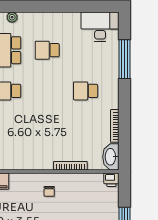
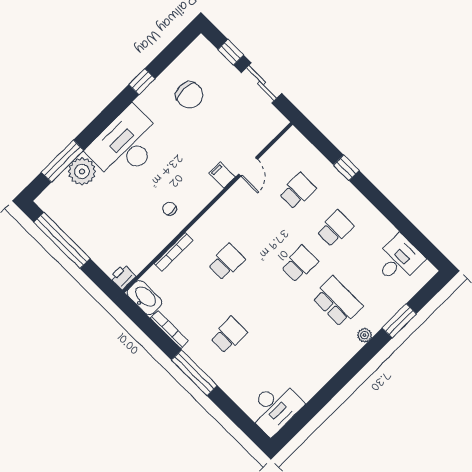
school desk: (47, 50) -> (226, 262), moved
window: (125, 59) -> (194, 373), moved

